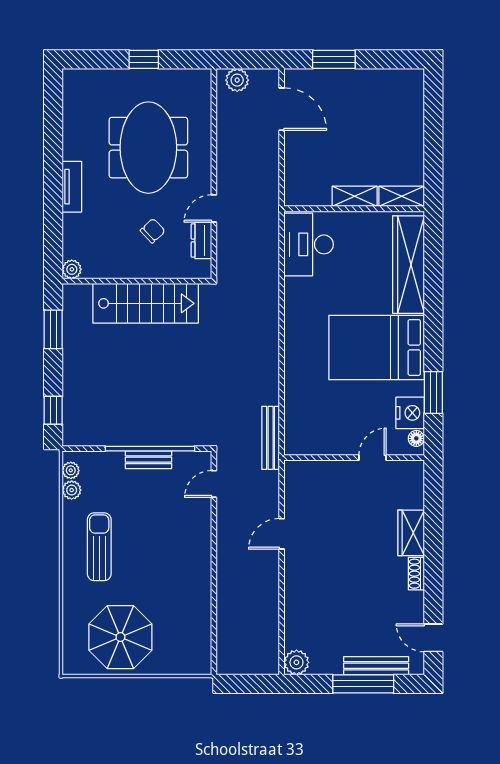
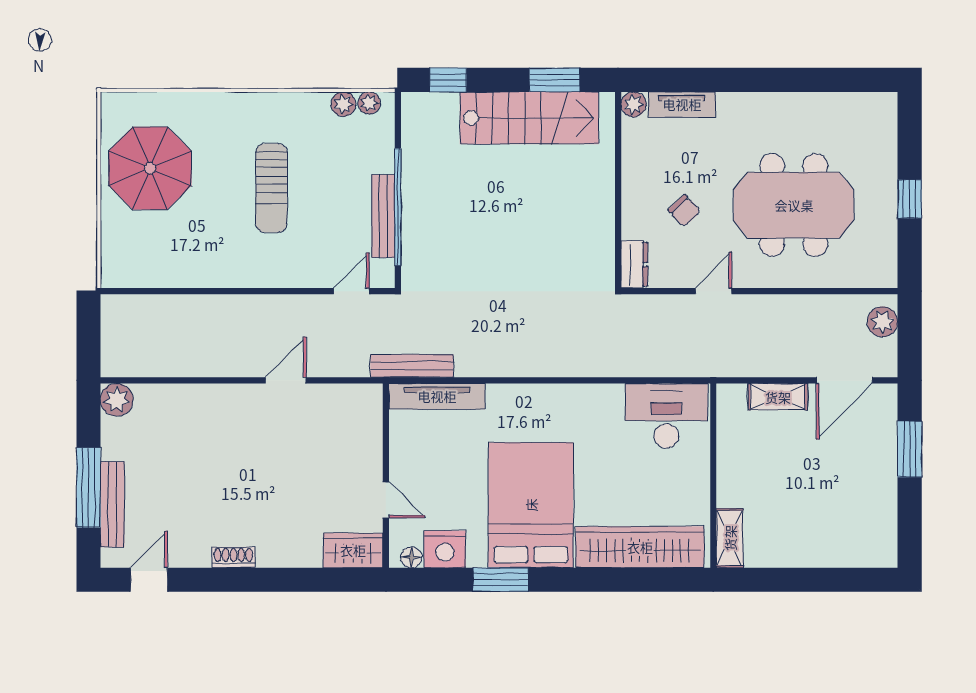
tv unit: (72, 187) -> (682, 104), moved
shelving: (355, 196) -> (778, 397), moved, turned 90
door: (214, 208) -> (714, 291), hinge flipped
dresser: (201, 240) -> (634, 264), moved, turned 90
stairs: (146, 303) -> (529, 118), moved, turned -90
window: (433, 392) -> (501, 580), moved
tv unit: (294, 419) -> (437, 396), added
bench: (148, 460) -> (383, 216), width x1.36
door: (214, 484) -> (351, 291), hinge flipped
wardrobe: (411, 533) -> (353, 550), moved
door: (282, 534) -> (286, 380), hinge flipped
sun lounger: (99, 547) -> (271, 188), moved, turned 90

